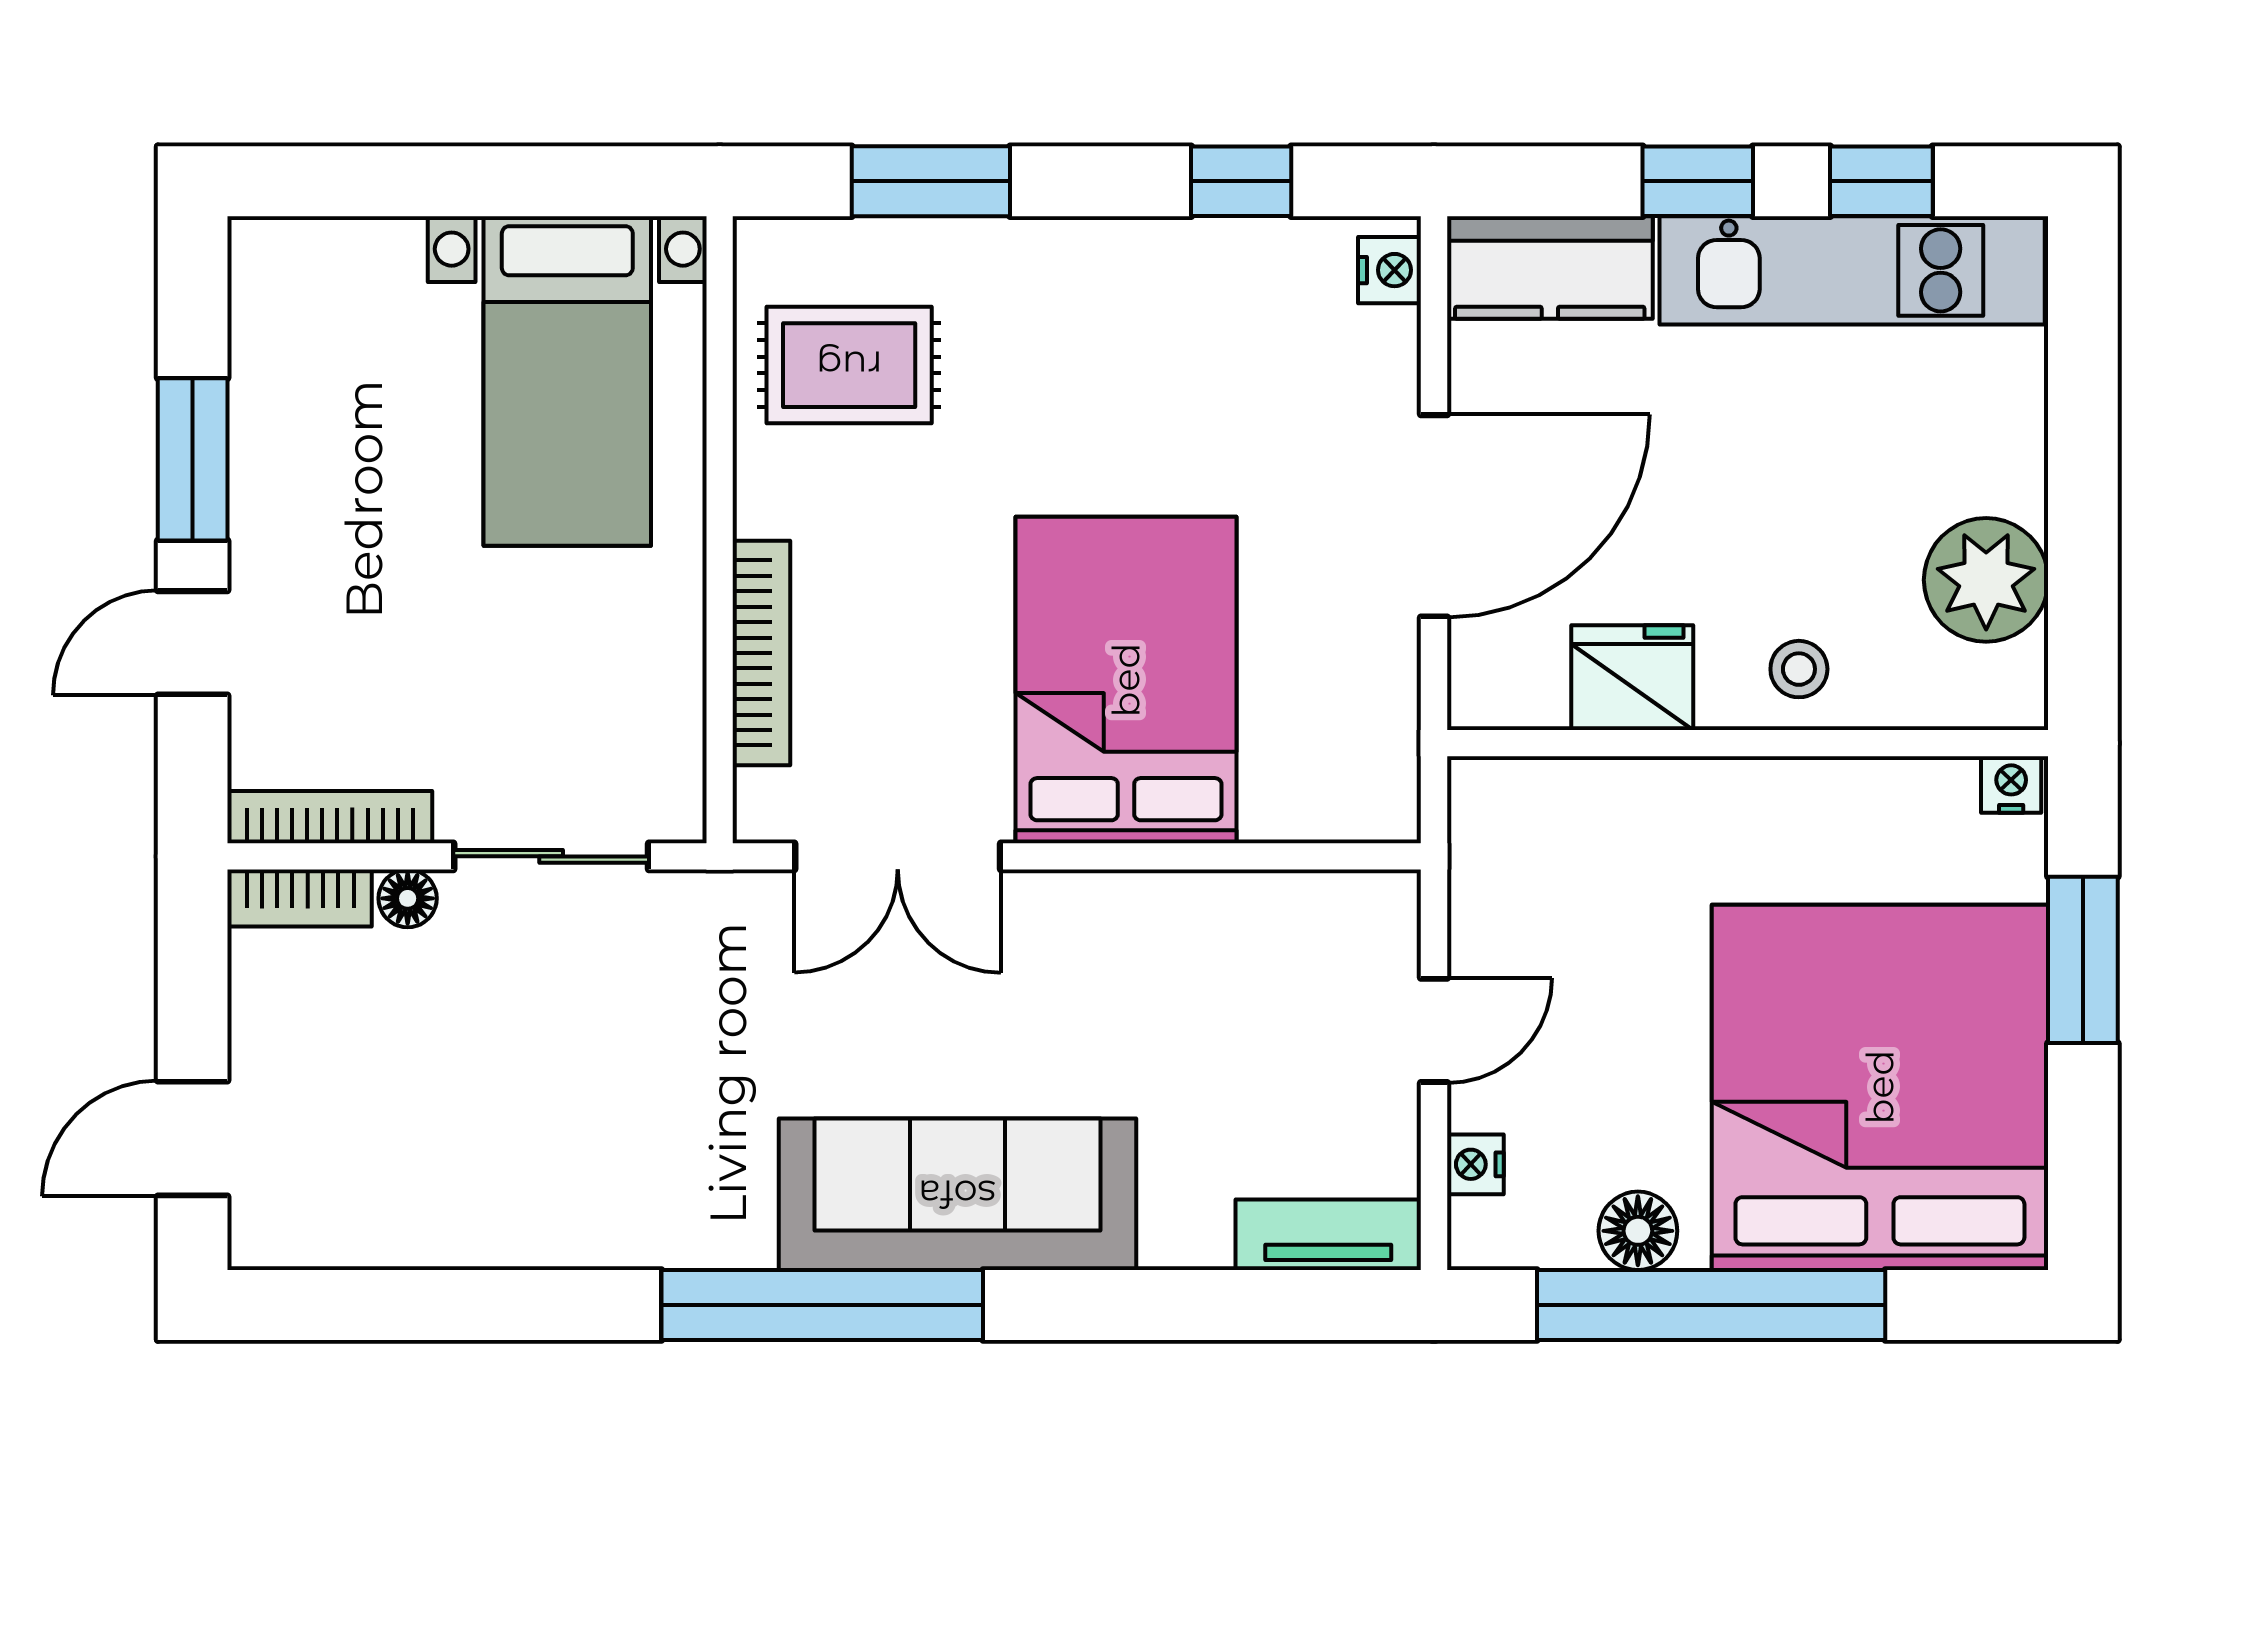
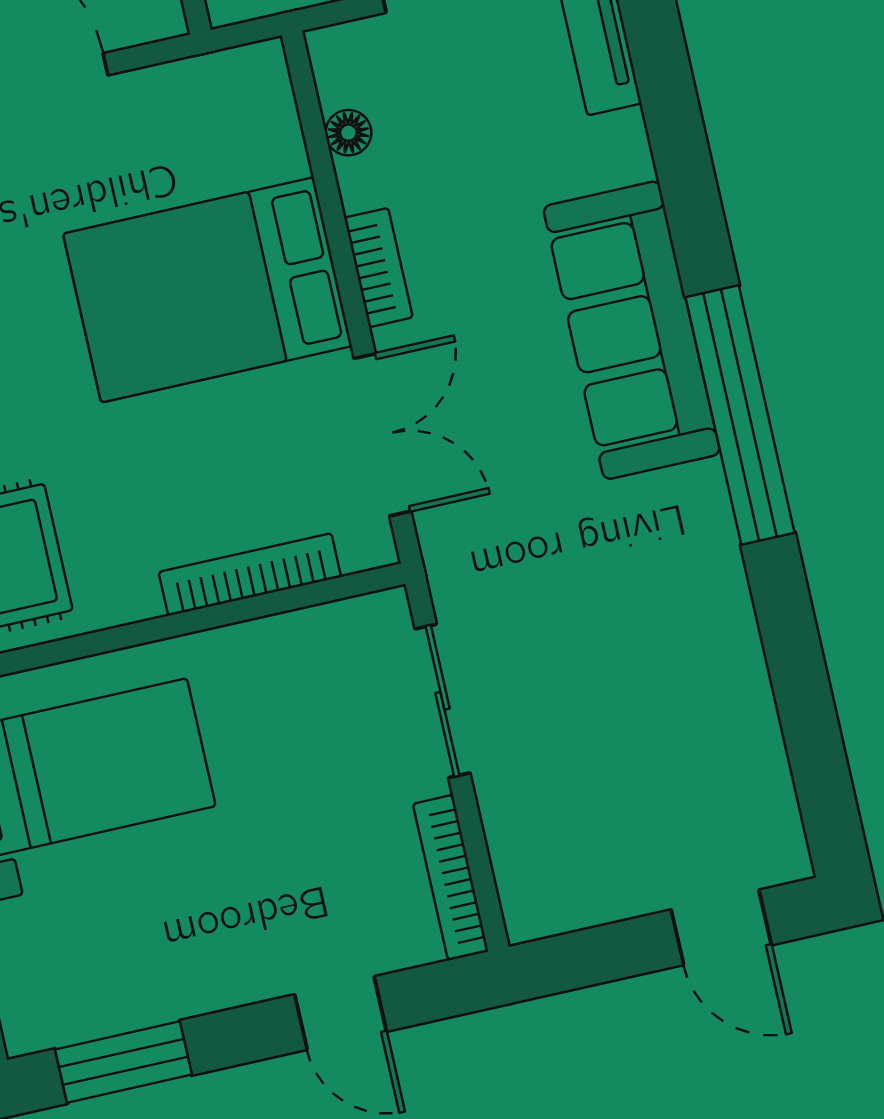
window: (193, 459) -> (123, 1062), moved
bookcase: (300, 898) -> (378, 268), moved
floor lamp: (408, 898) -> (348, 133), moved

